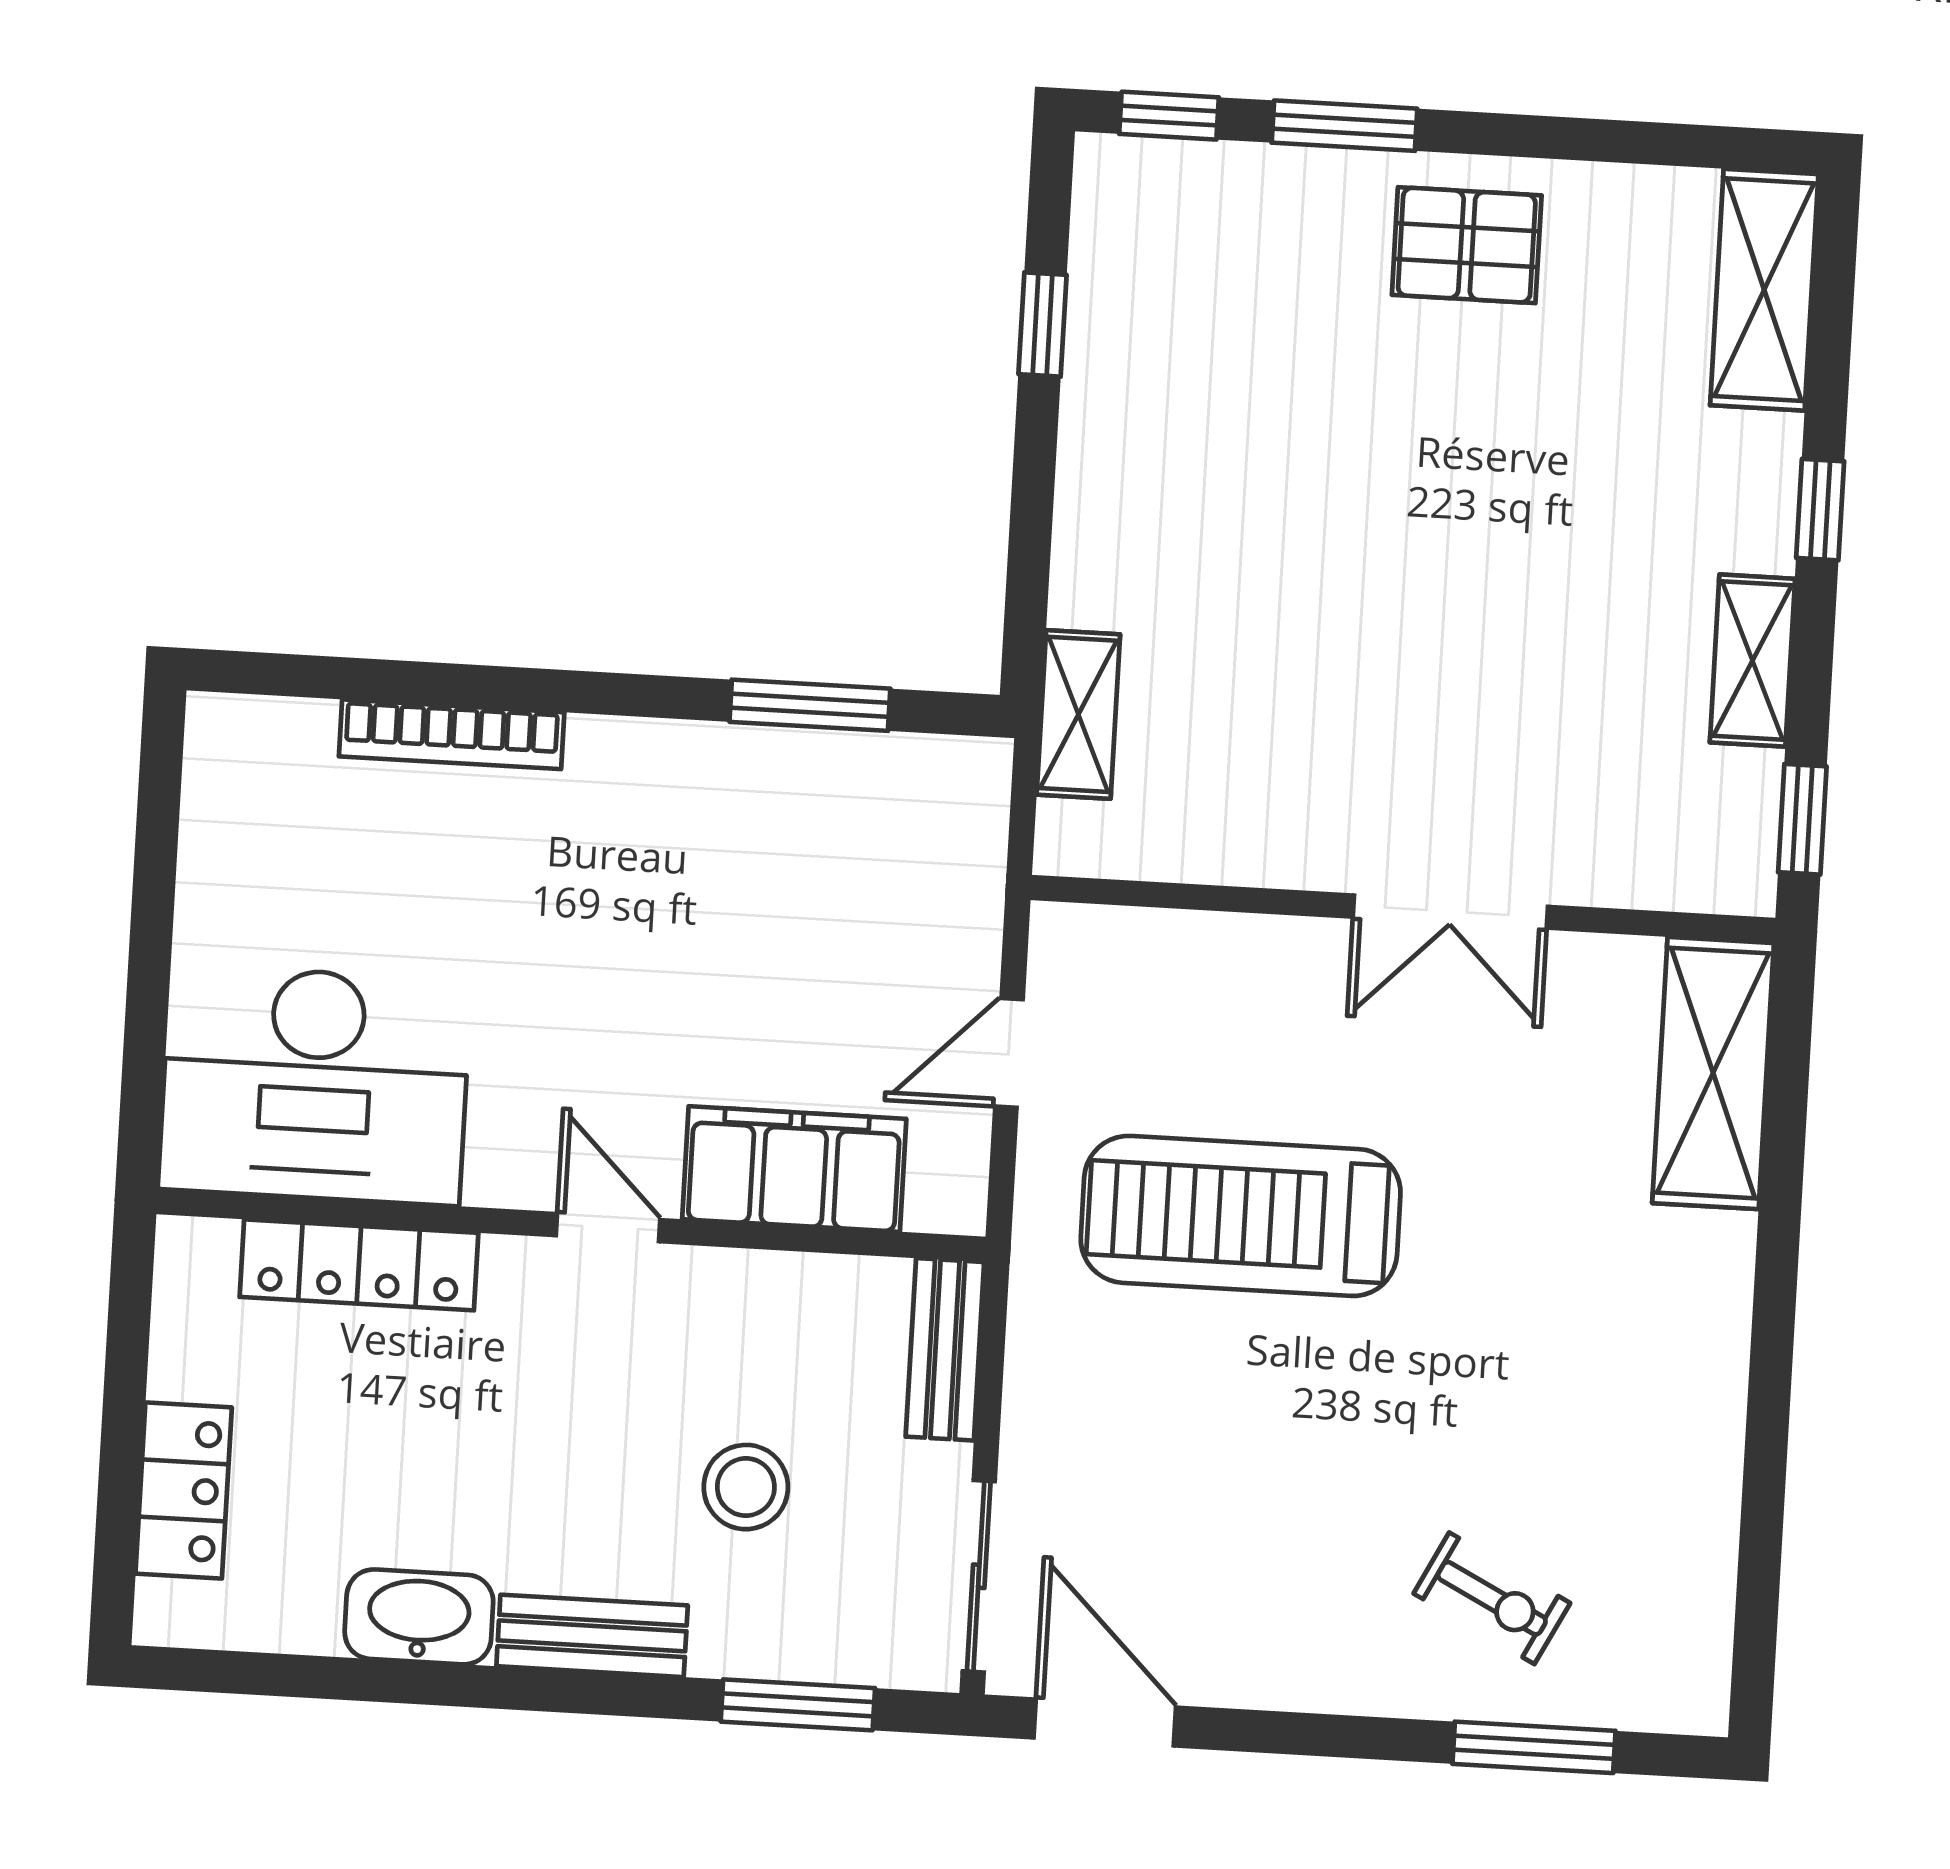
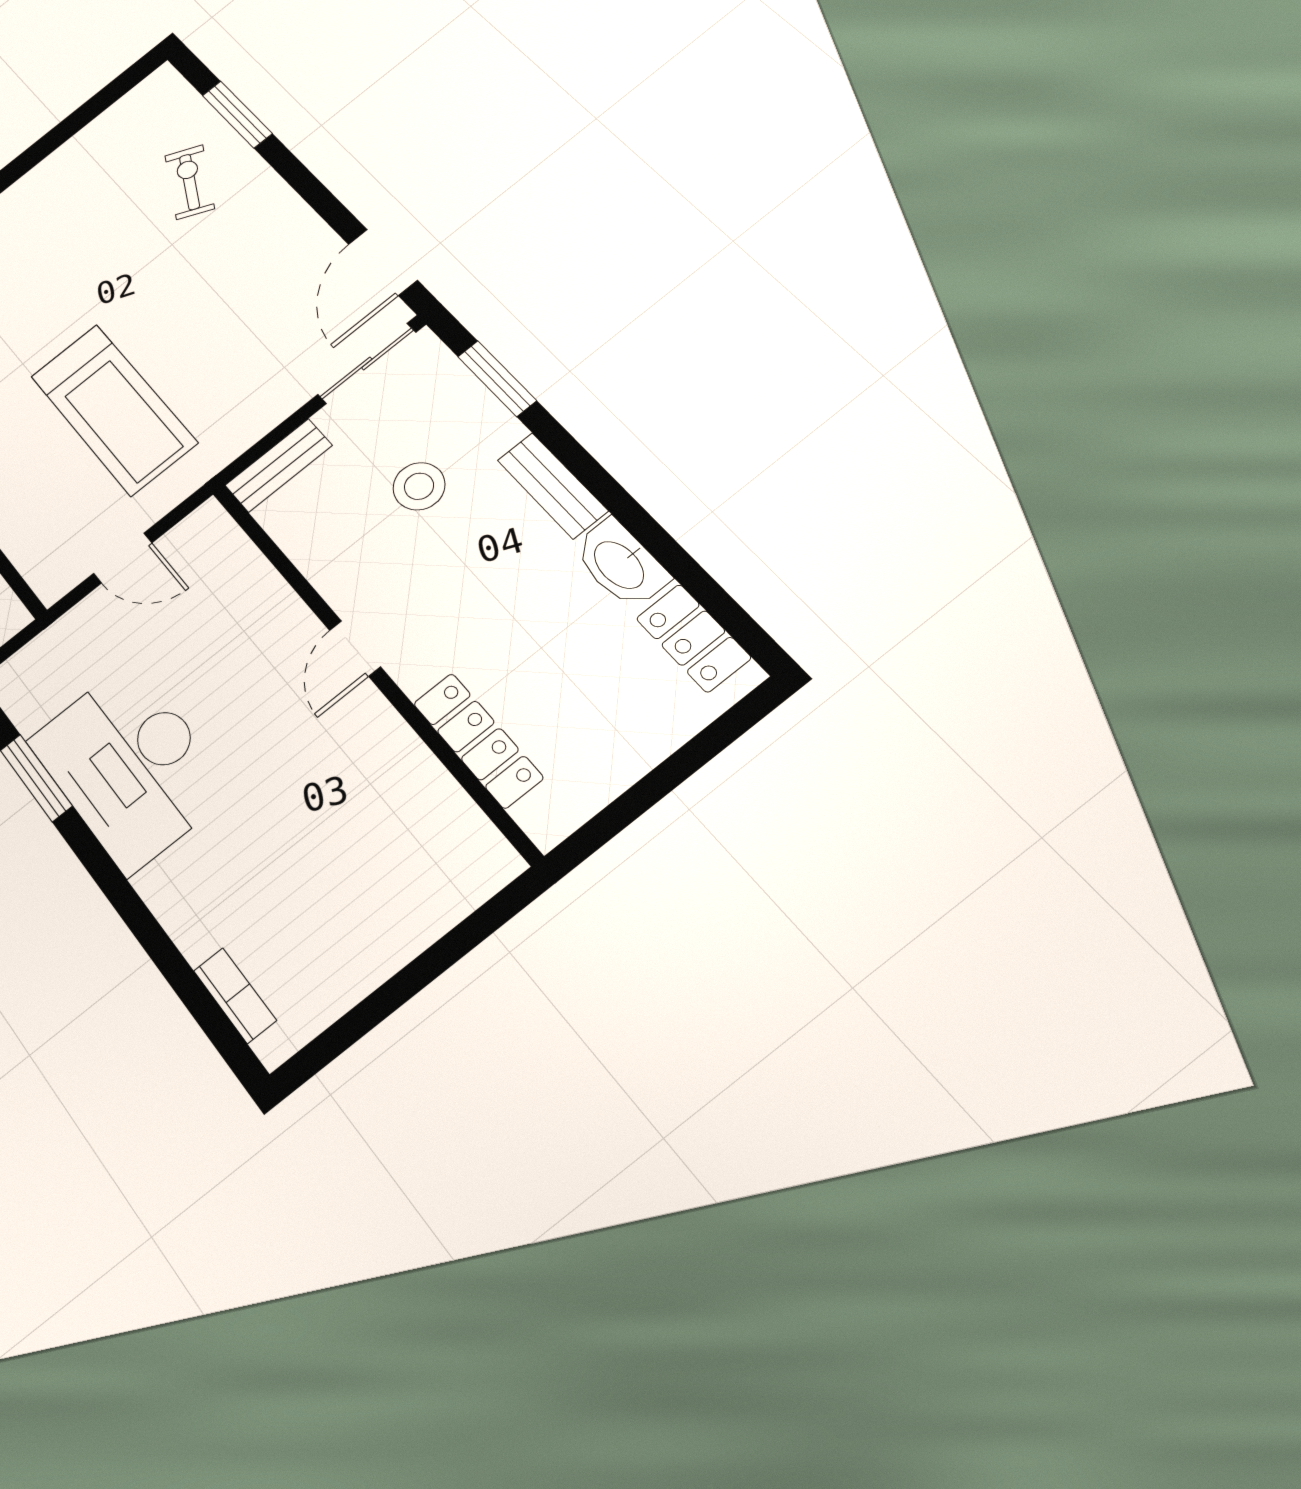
bookcase: (452, 734) -> (235, 995), moved, width x0.64
desk: (315, 1085) -> (130, 766), moved, turned 180
filing cabinet: (794, 1169) -> (254, 596), removed
locker: (184, 1490) -> (693, 638), moved, turned -90

